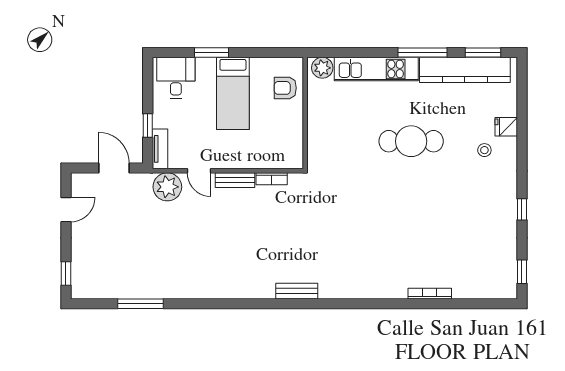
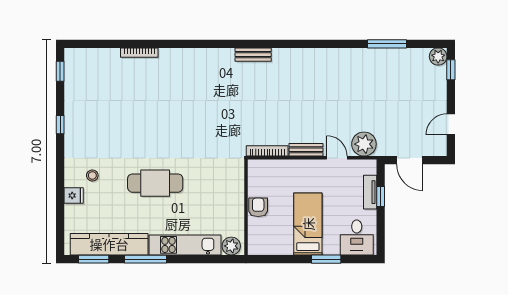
armchair: (285, 88) -> (258, 207), moved, turned -90
tv unit: (160, 149) -> (370, 192), moved
bookcase: (272, 179) -> (267, 151), width x1.56
plant: (81, 289) -> (438, 57), added

